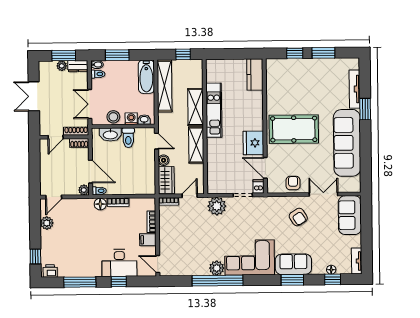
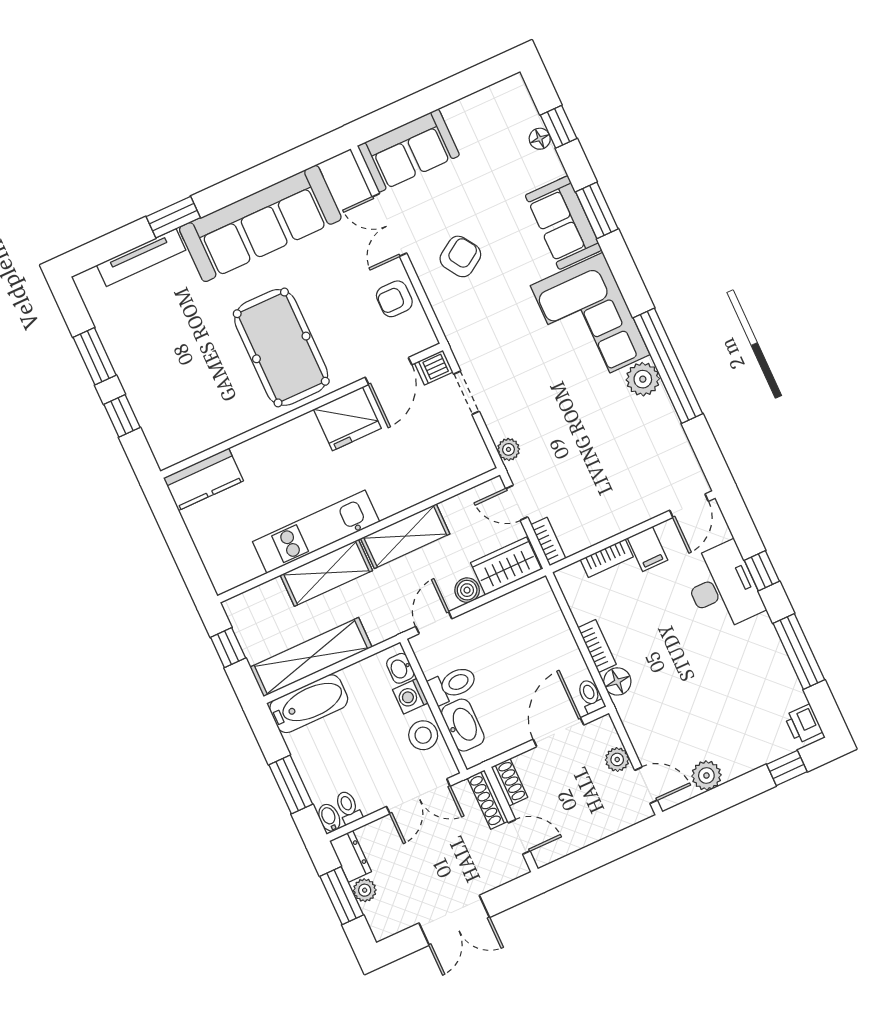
plant: (84, 190) -> (617, 759), moved
plant: (217, 206) -> (508, 449), width x0.53, depth x0.53
tv unit: (357, 261) -> (498, 94), removed

